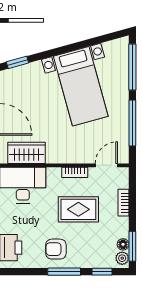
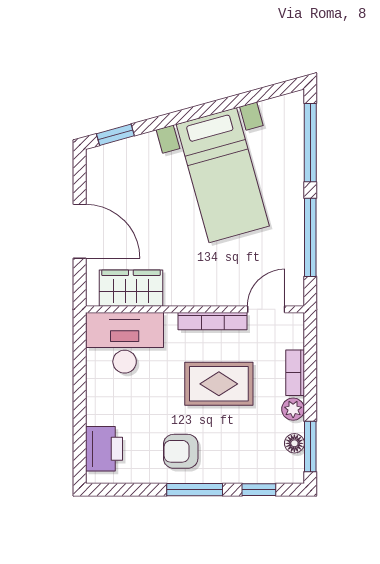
bookcase: (75, 172) -> (213, 321), width x1.56
plant: (122, 258) -> (293, 409), moved

